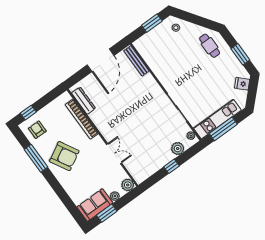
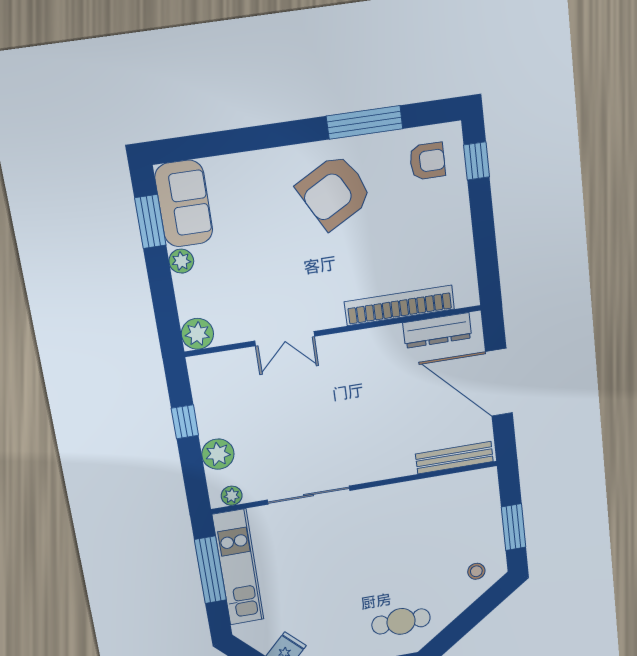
dresser: (84, 101) -> (437, 330), moved
bookcase: (82, 119) -> (399, 305), moved
wall: (102, 138) -> (334, 331), moved
double door: (114, 154) -> (285, 339), moved
plant: (128, 185) -> (197, 334), moved

